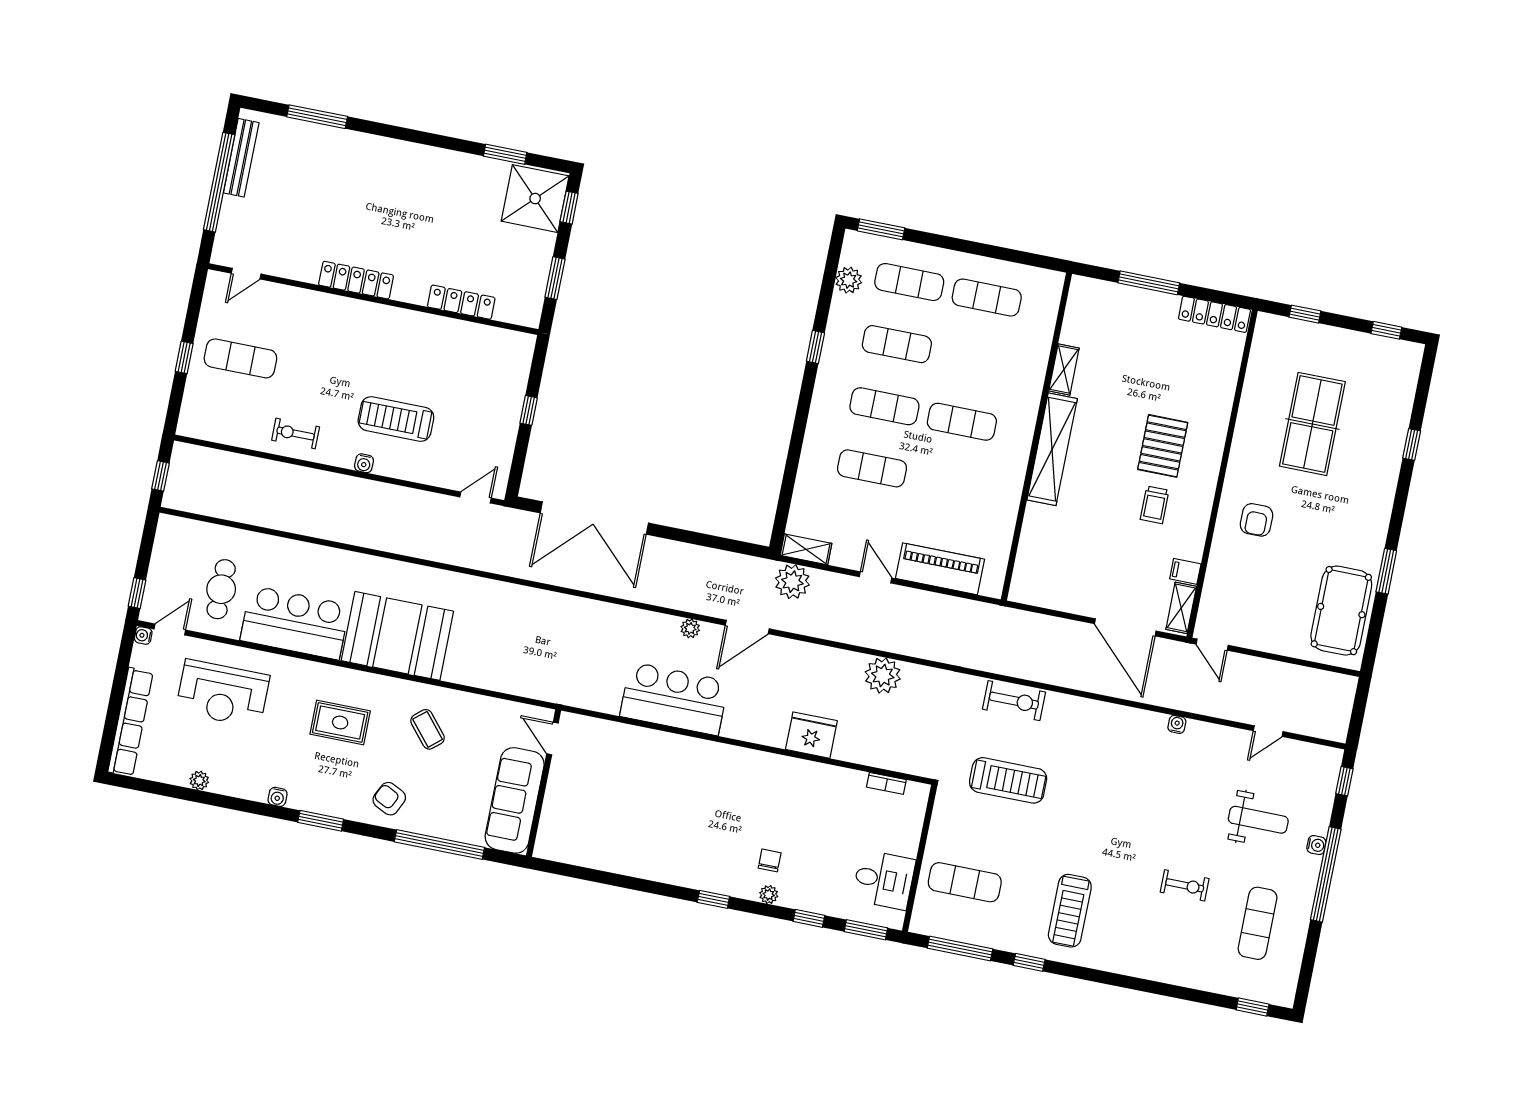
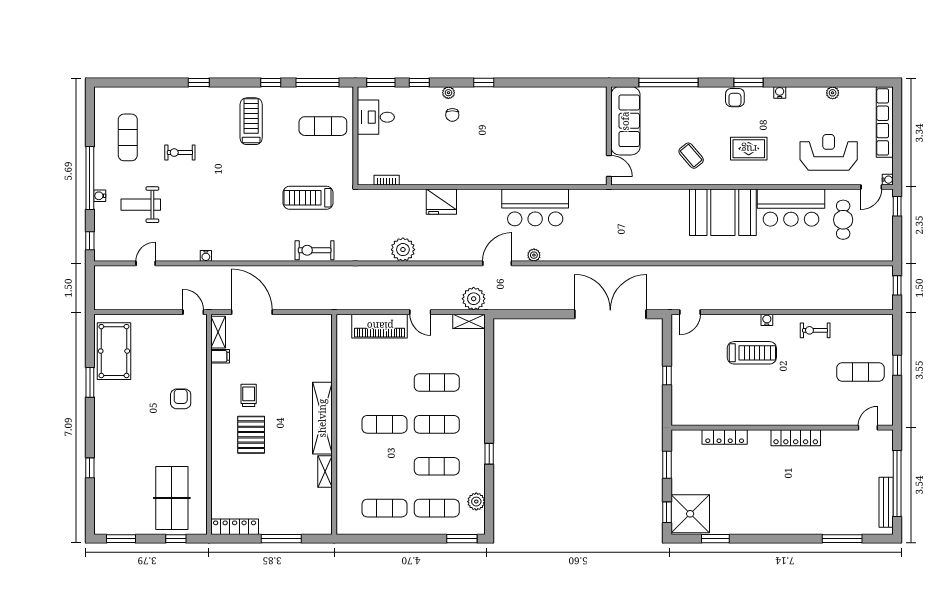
window: (1386, 330) -> (121, 539), width x1.50
table tennis table: (1312, 424) -> (172, 498), moved
exercise bike: (296, 434) -> (815, 330), turned 180
armchair: (389, 799) -> (735, 98), moved, turned 64
window: (1253, 1007) -> (199, 82), moved

